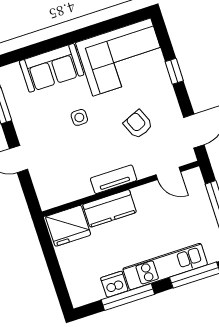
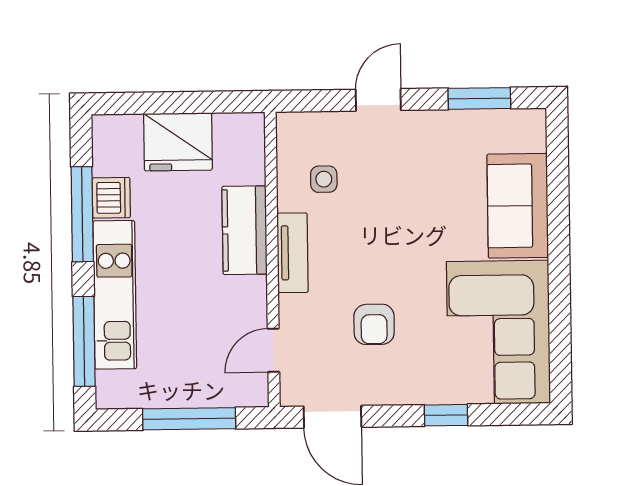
side table: (79, 117) -> (324, 179), moved
armchair: (138, 124) -> (374, 324), turned 113
fridge: (68, 226) -> (178, 142), moved, turned -90

